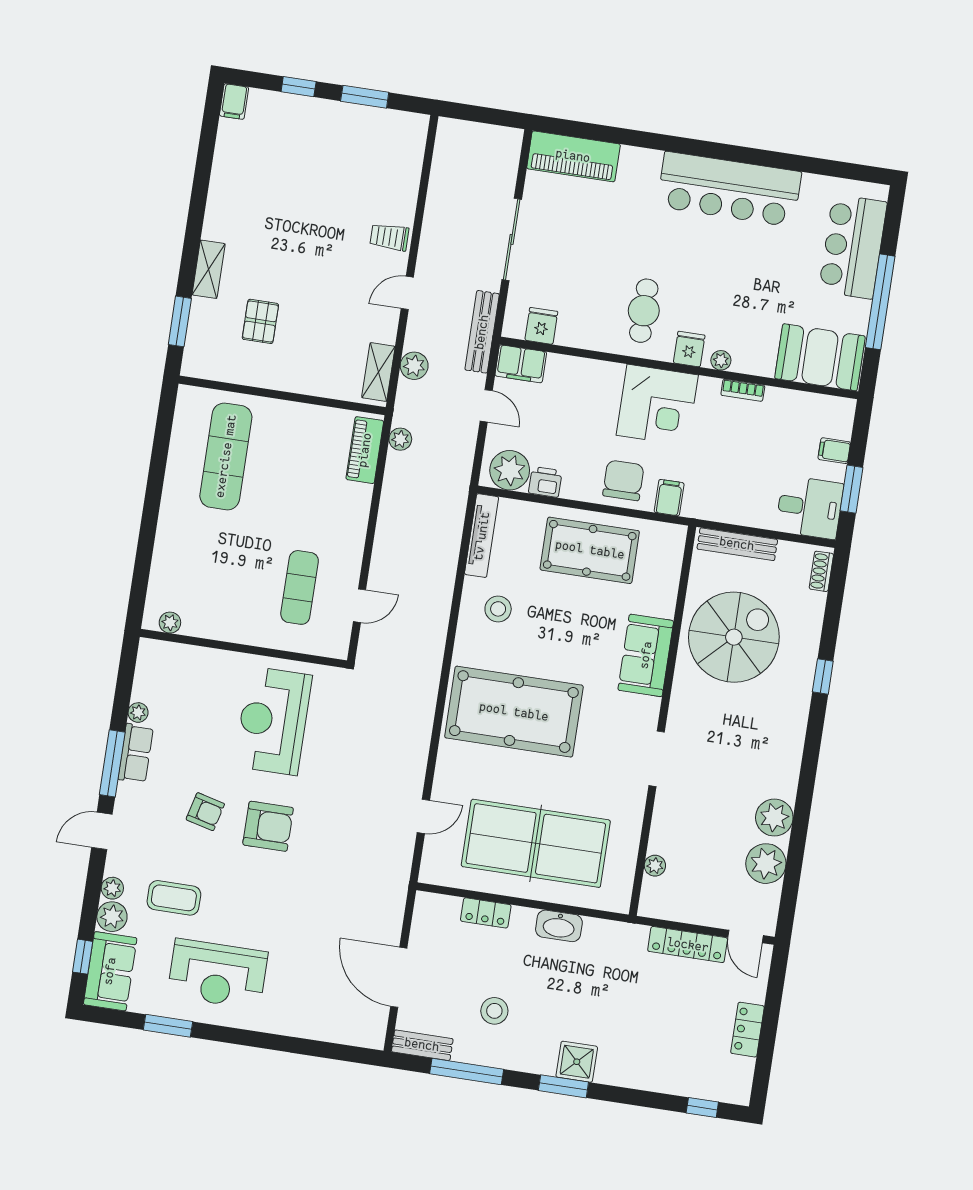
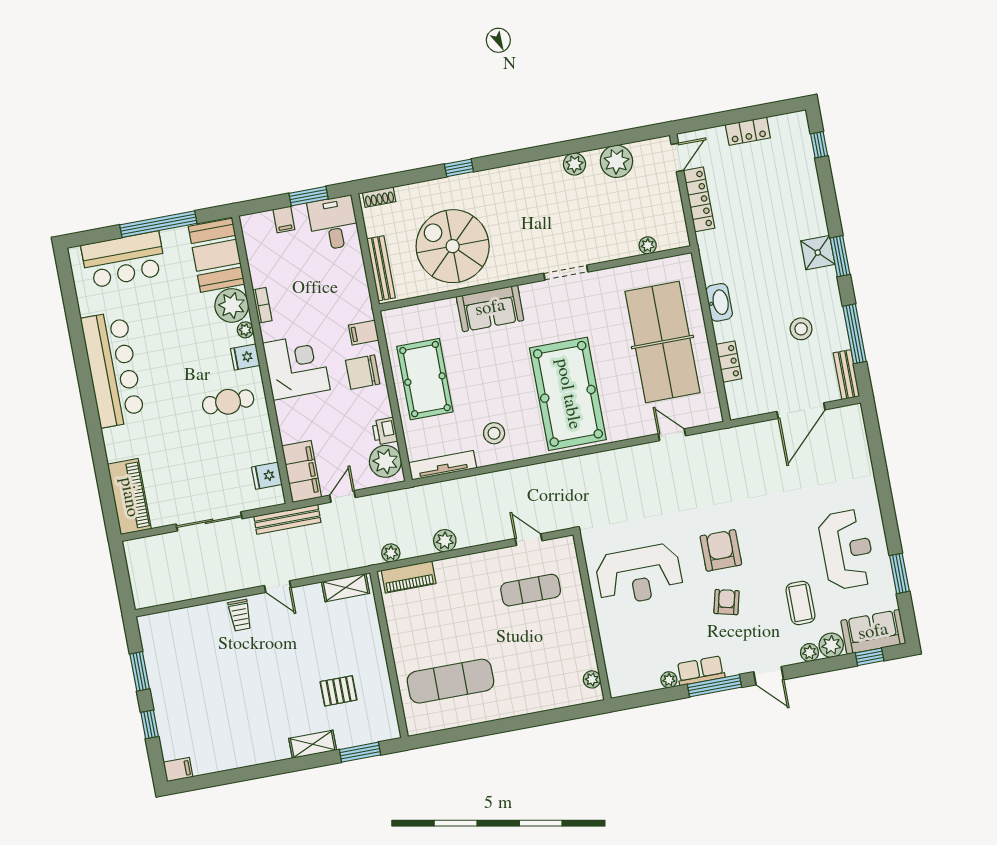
plant: (755, 354) -> (232, 305), added
filing cabinet: (521, 364) -> (302, 471), width x1.50, depth x1.17
plant: (414, 366) -> (445, 541), moved
plant: (774, 818) -> (574, 164), width x0.73, depth x0.73

